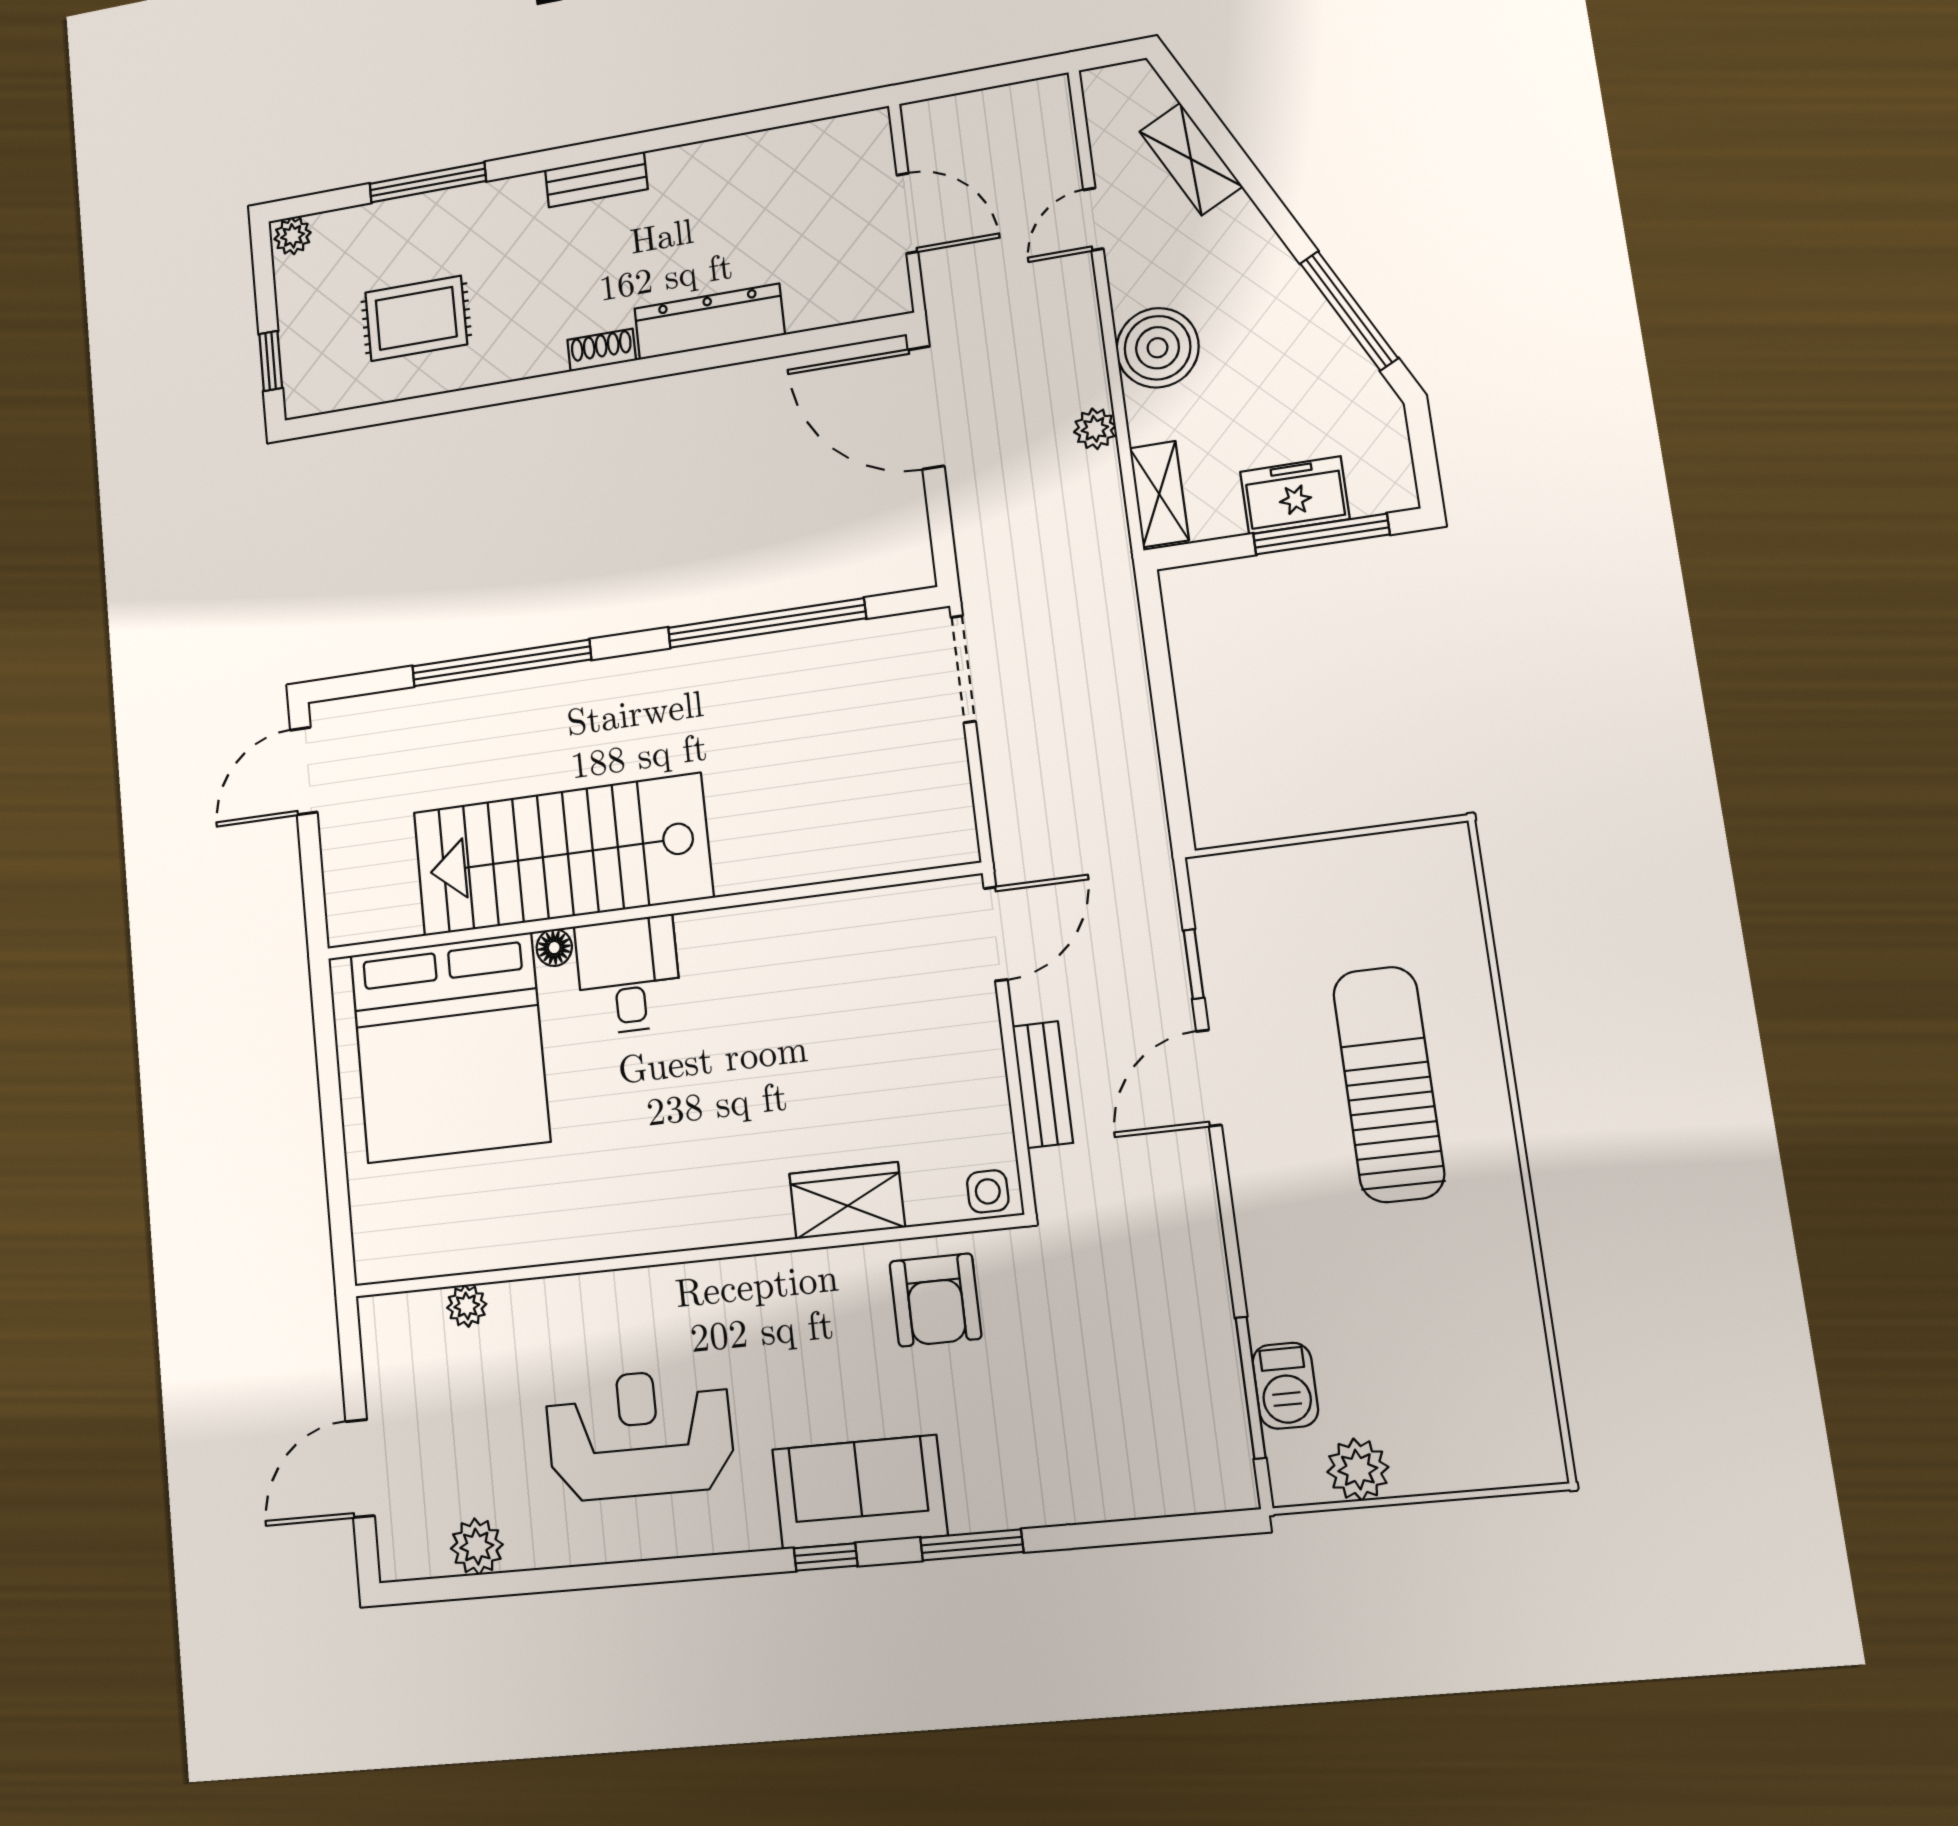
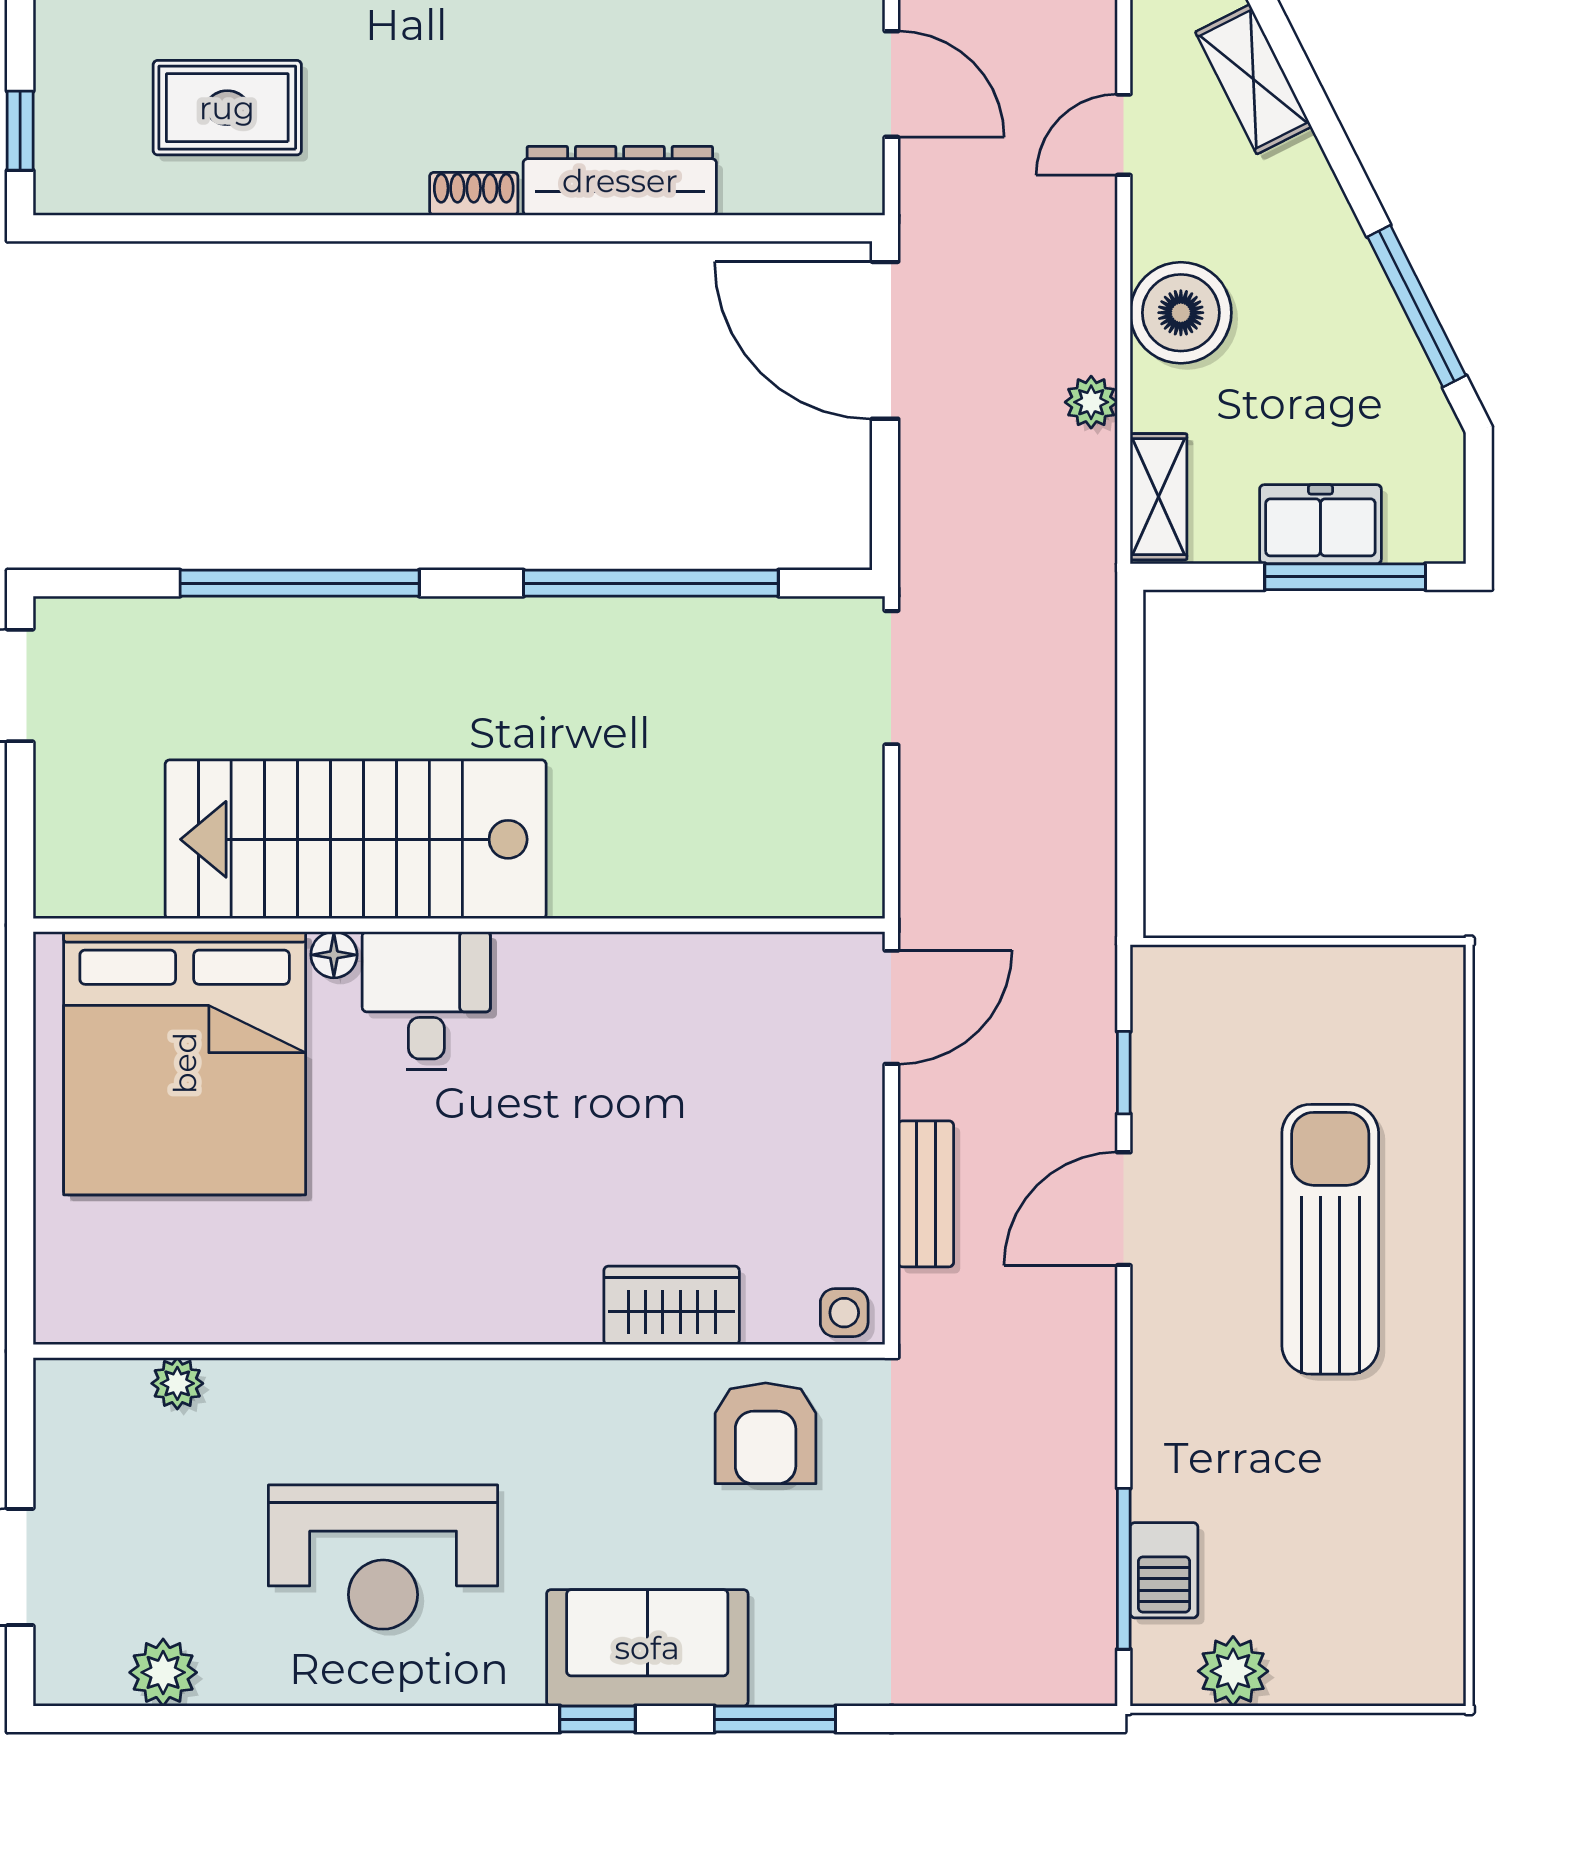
reception desk: (640, 1434) -> (383, 1557), turned 180

